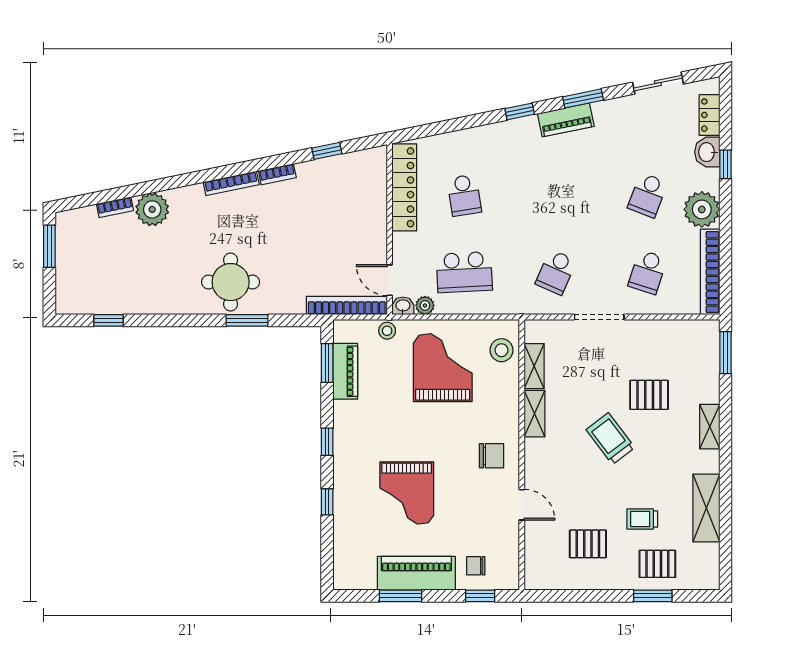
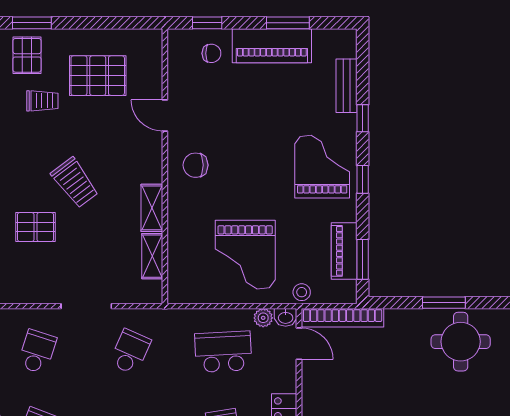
stool: (501, 350) -> (185, 272), removed
grand piano: (407, 493) -> (322, 167), moved
bench: (343, 534) -> (347, 86), added
pallet: (588, 544) -> (98, 76), width x1.50, depth x1.42
pallet: (657, 564) -> (27, 55), turned 90

